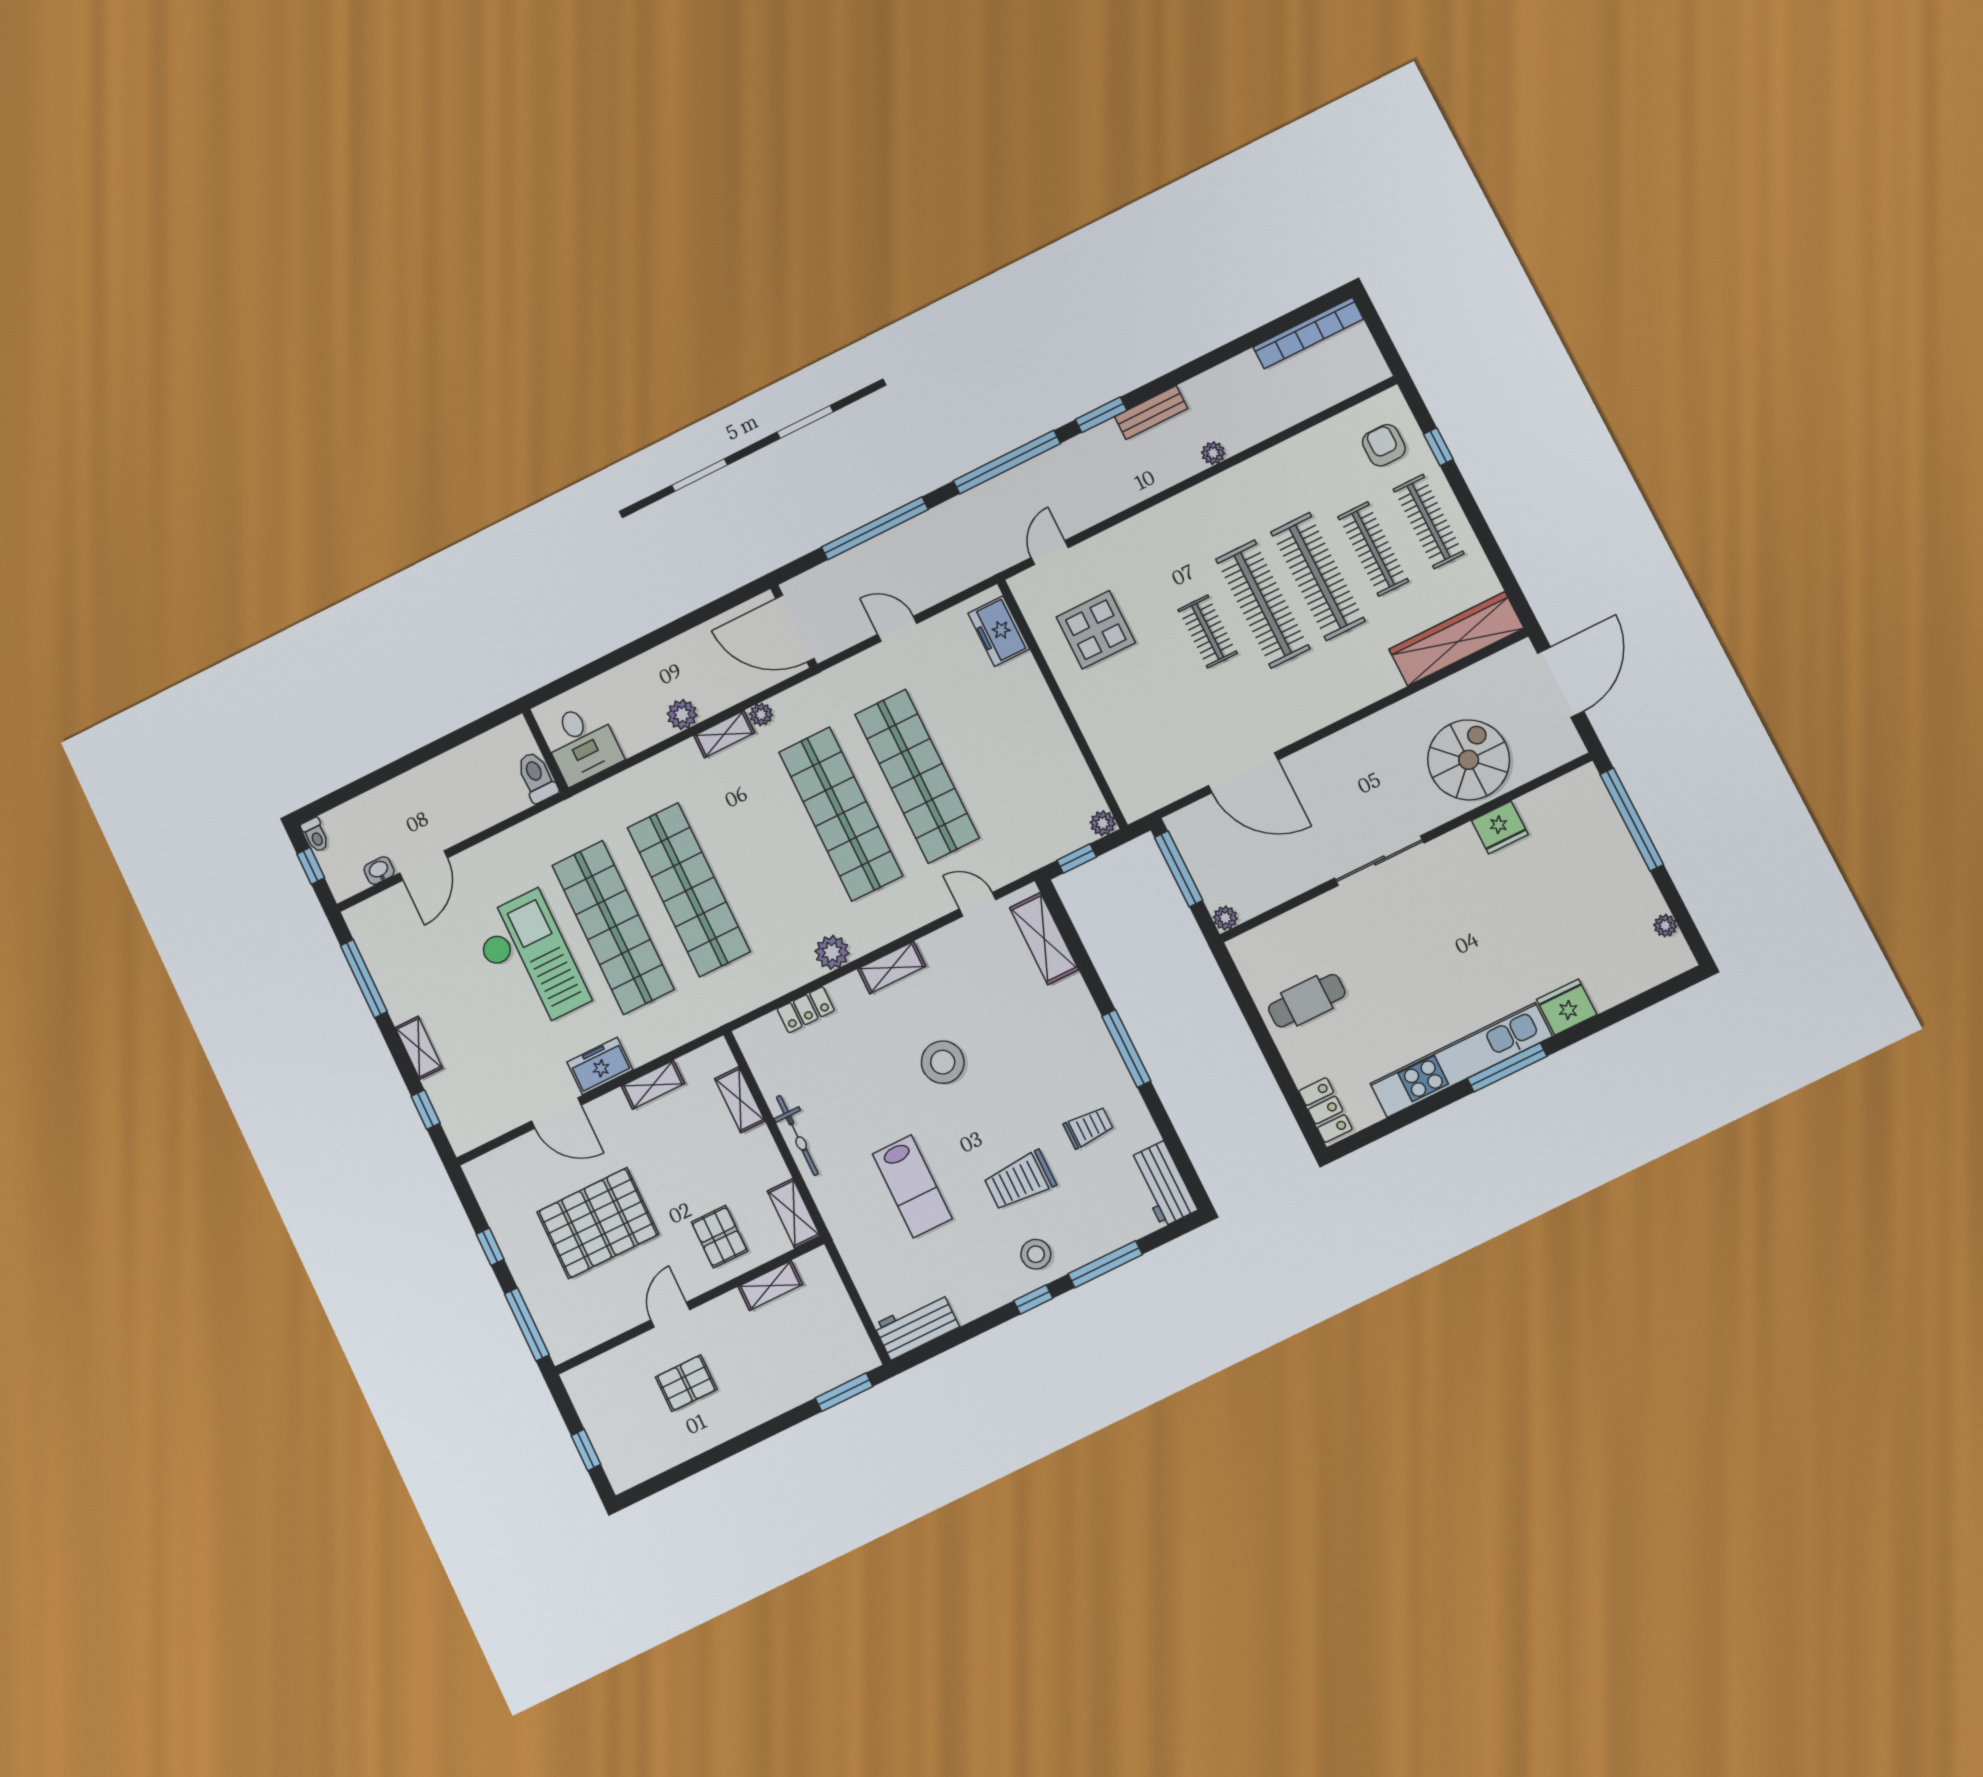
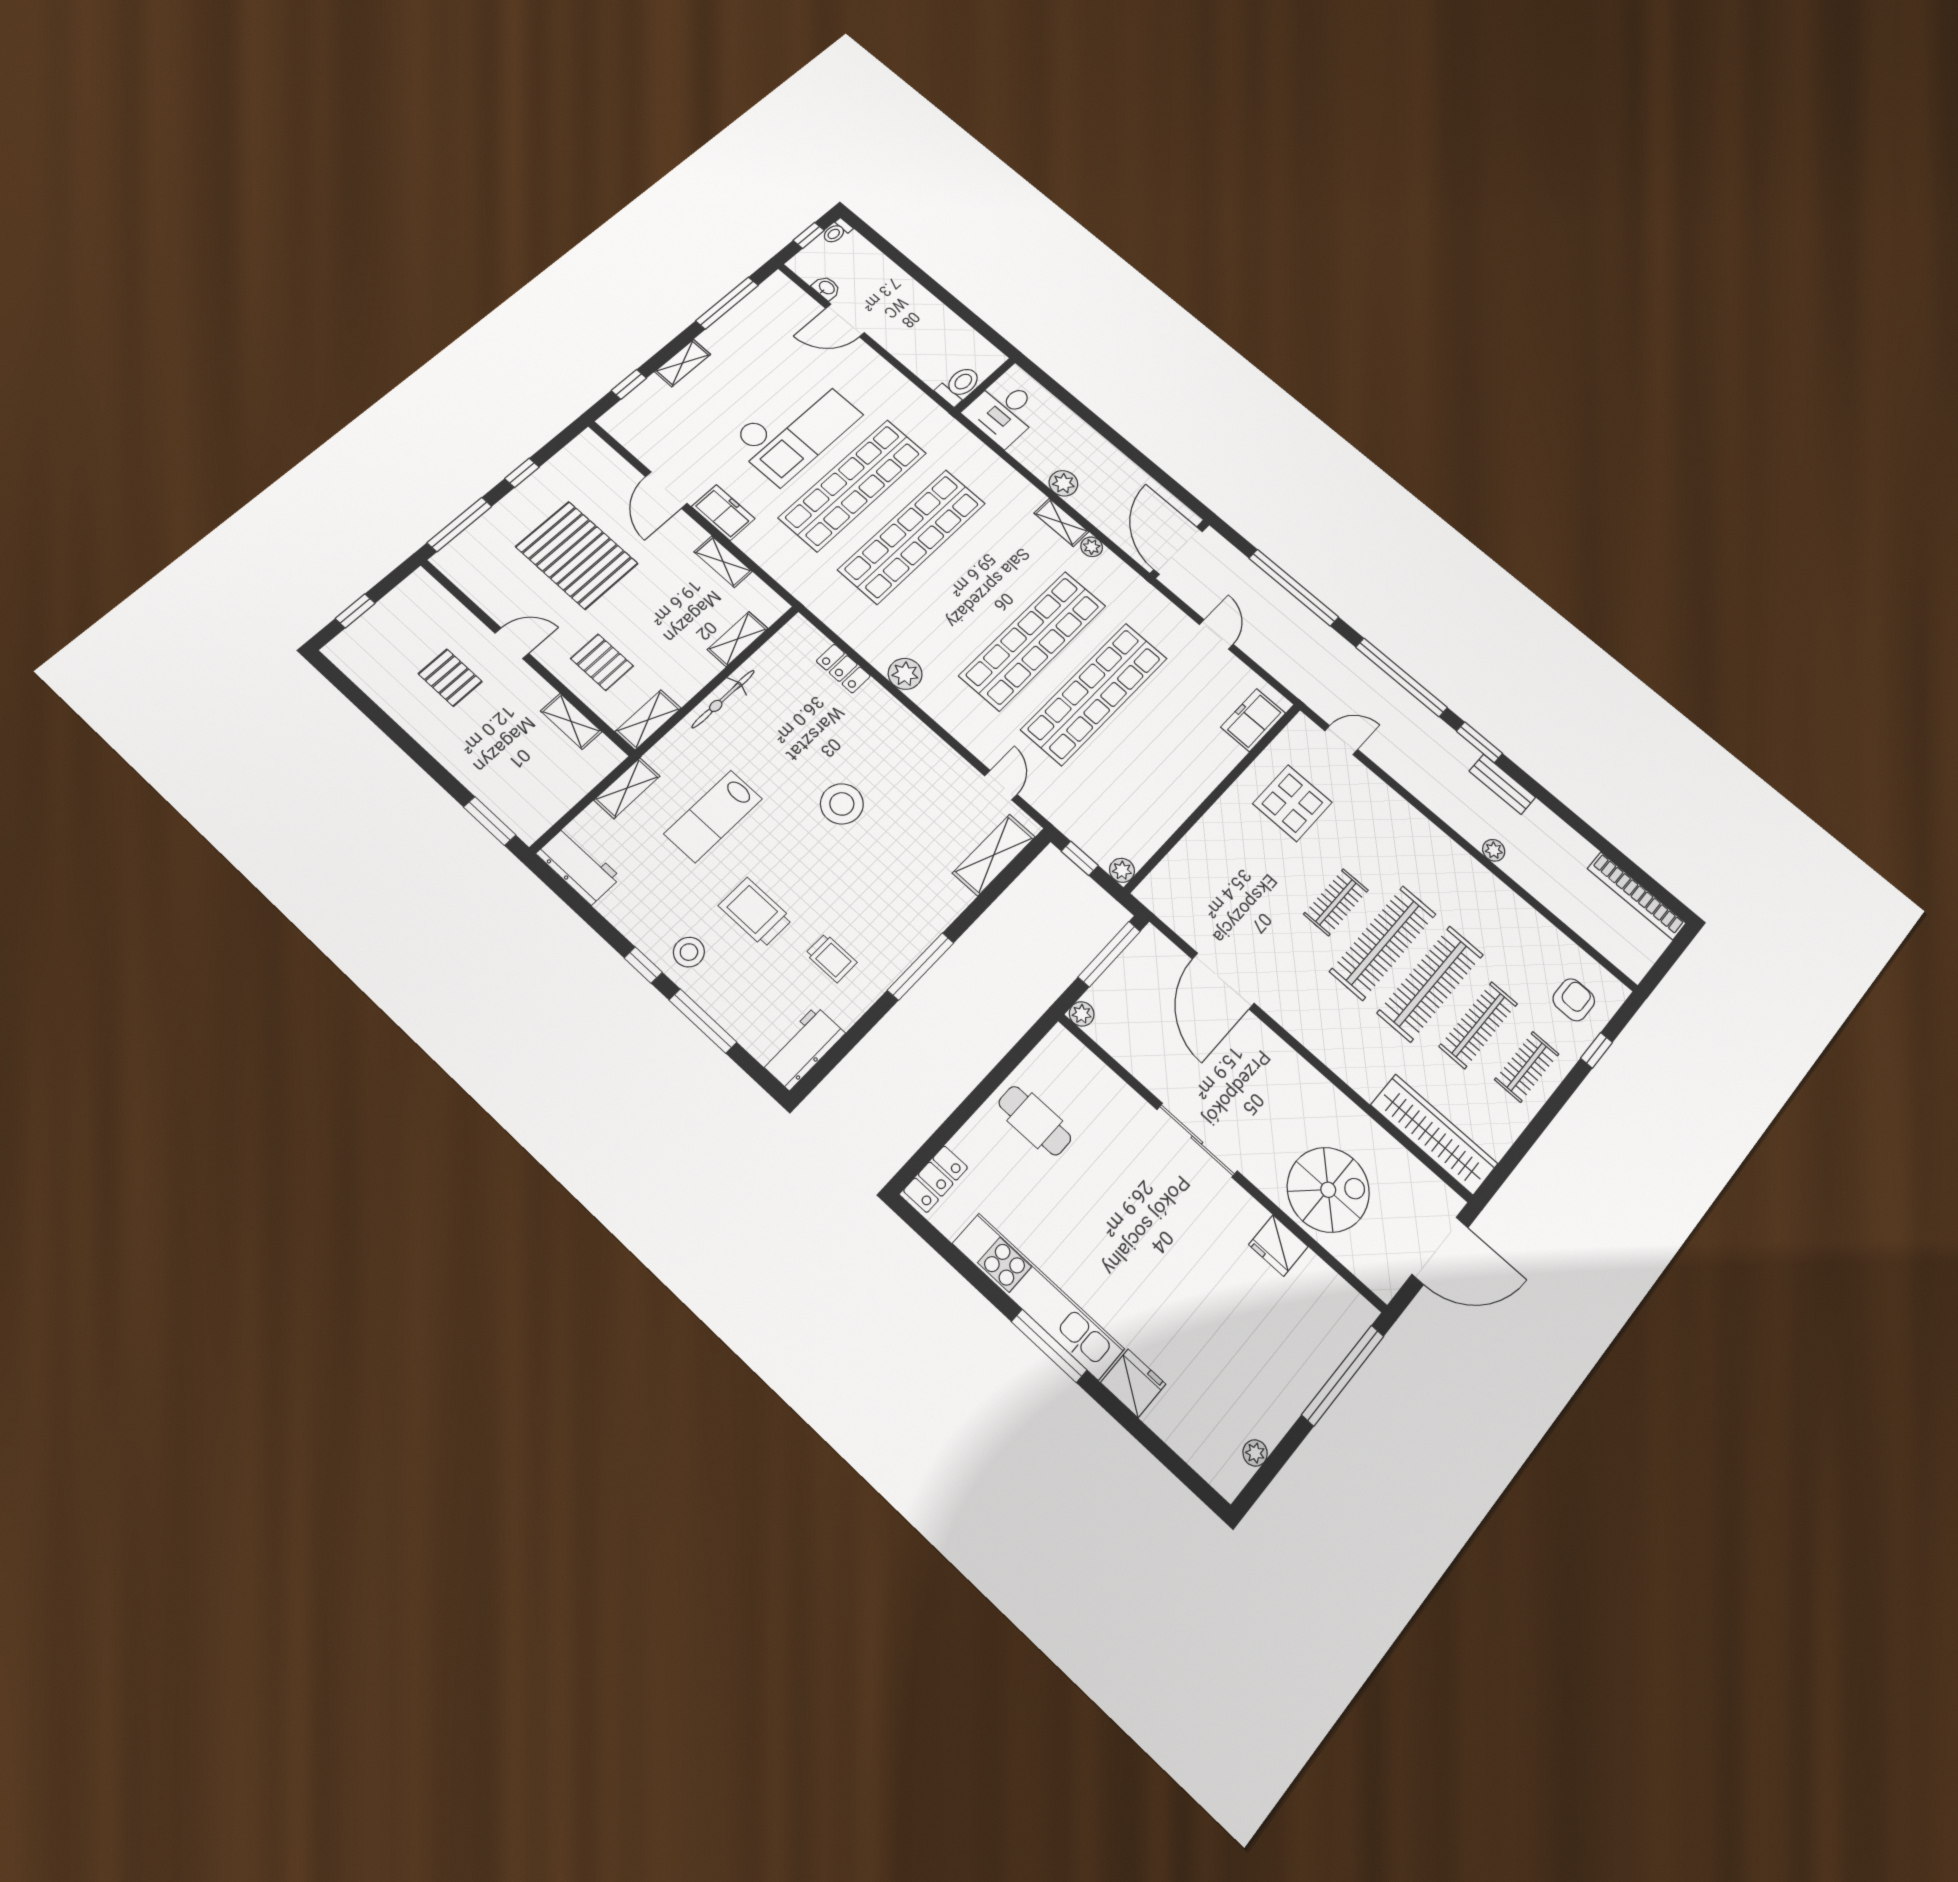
clothes rail: (1429, 521) -> (1527, 1067), width x0.73
shelving: (892, 967) -> (627, 788), moved, turned 90
pallet: (719, 1237) -> (602, 662), turned 90

